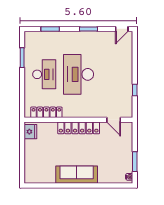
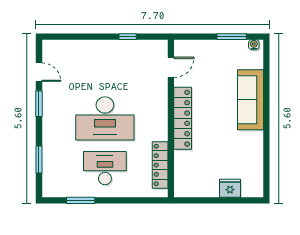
door: (122, 29) -> (39, 72), moved
fridge: (30, 132) -> (230, 188), moved
sofa: (77, 175) -> (251, 100), moved

